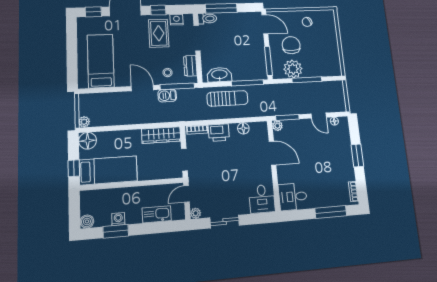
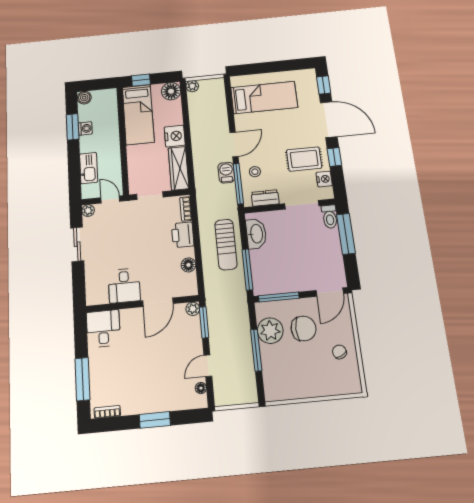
nightstand: (131, 138) -> (175, 136), added
desk: (262, 199) -> (124, 286), moved, turned -90

